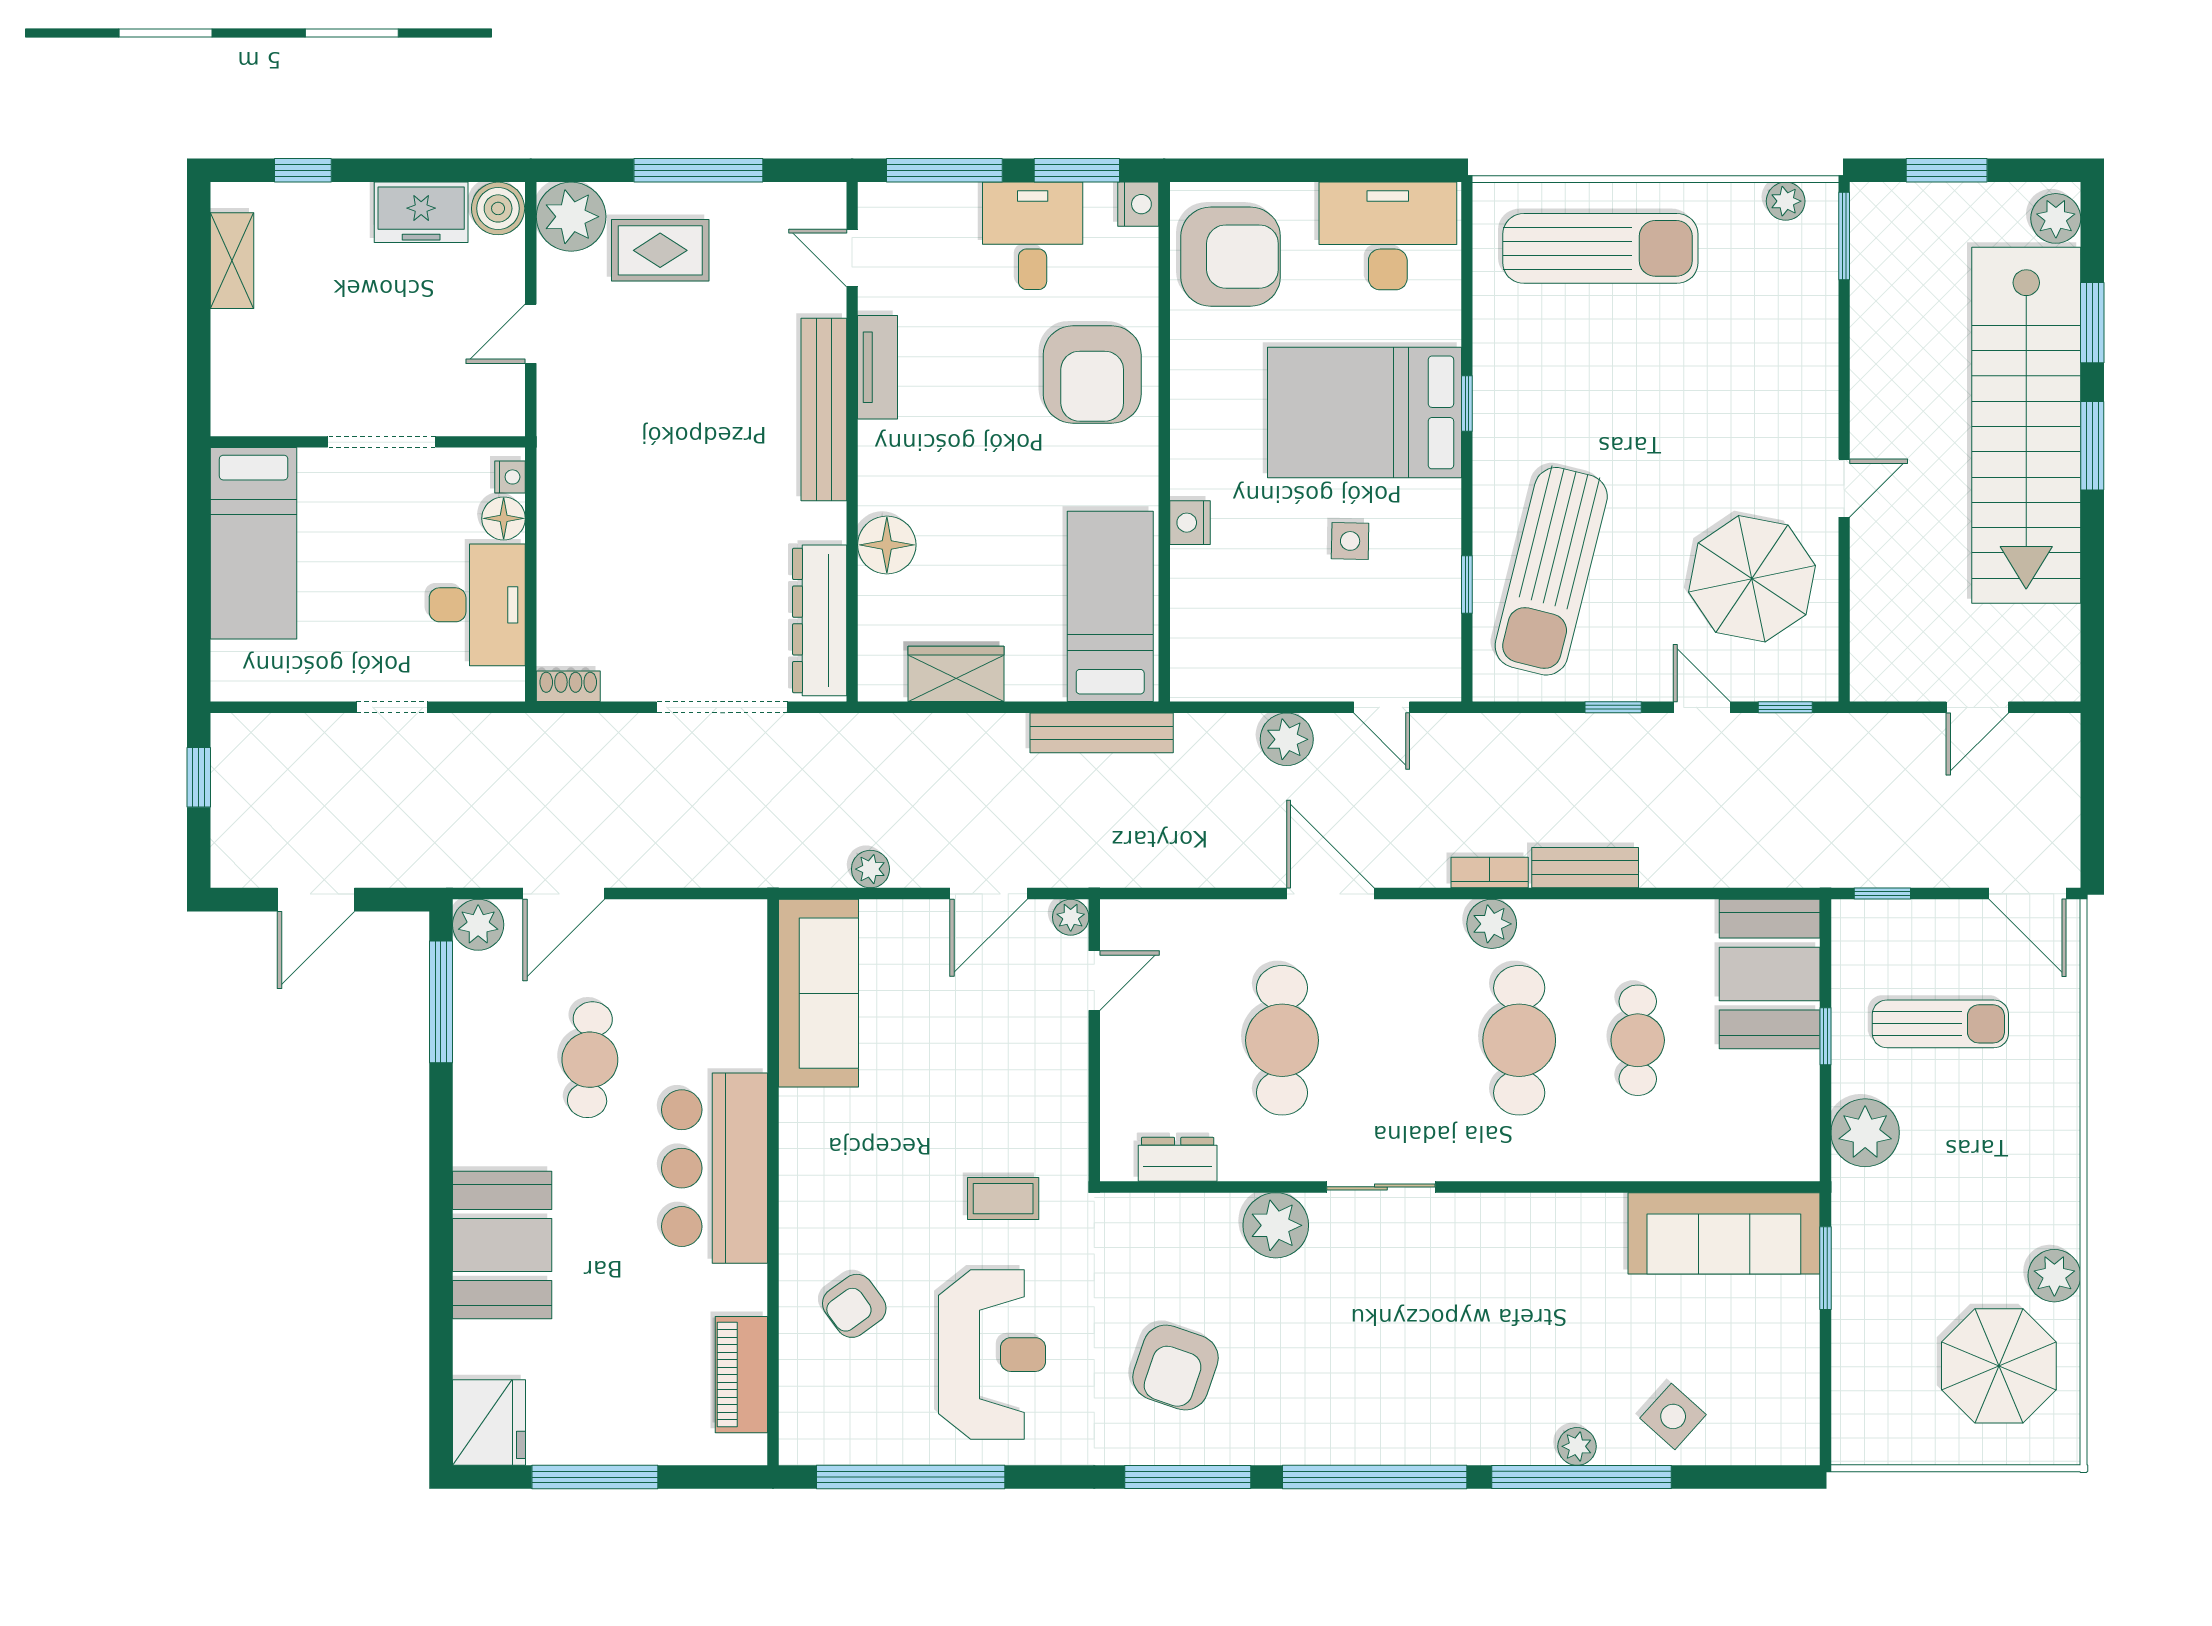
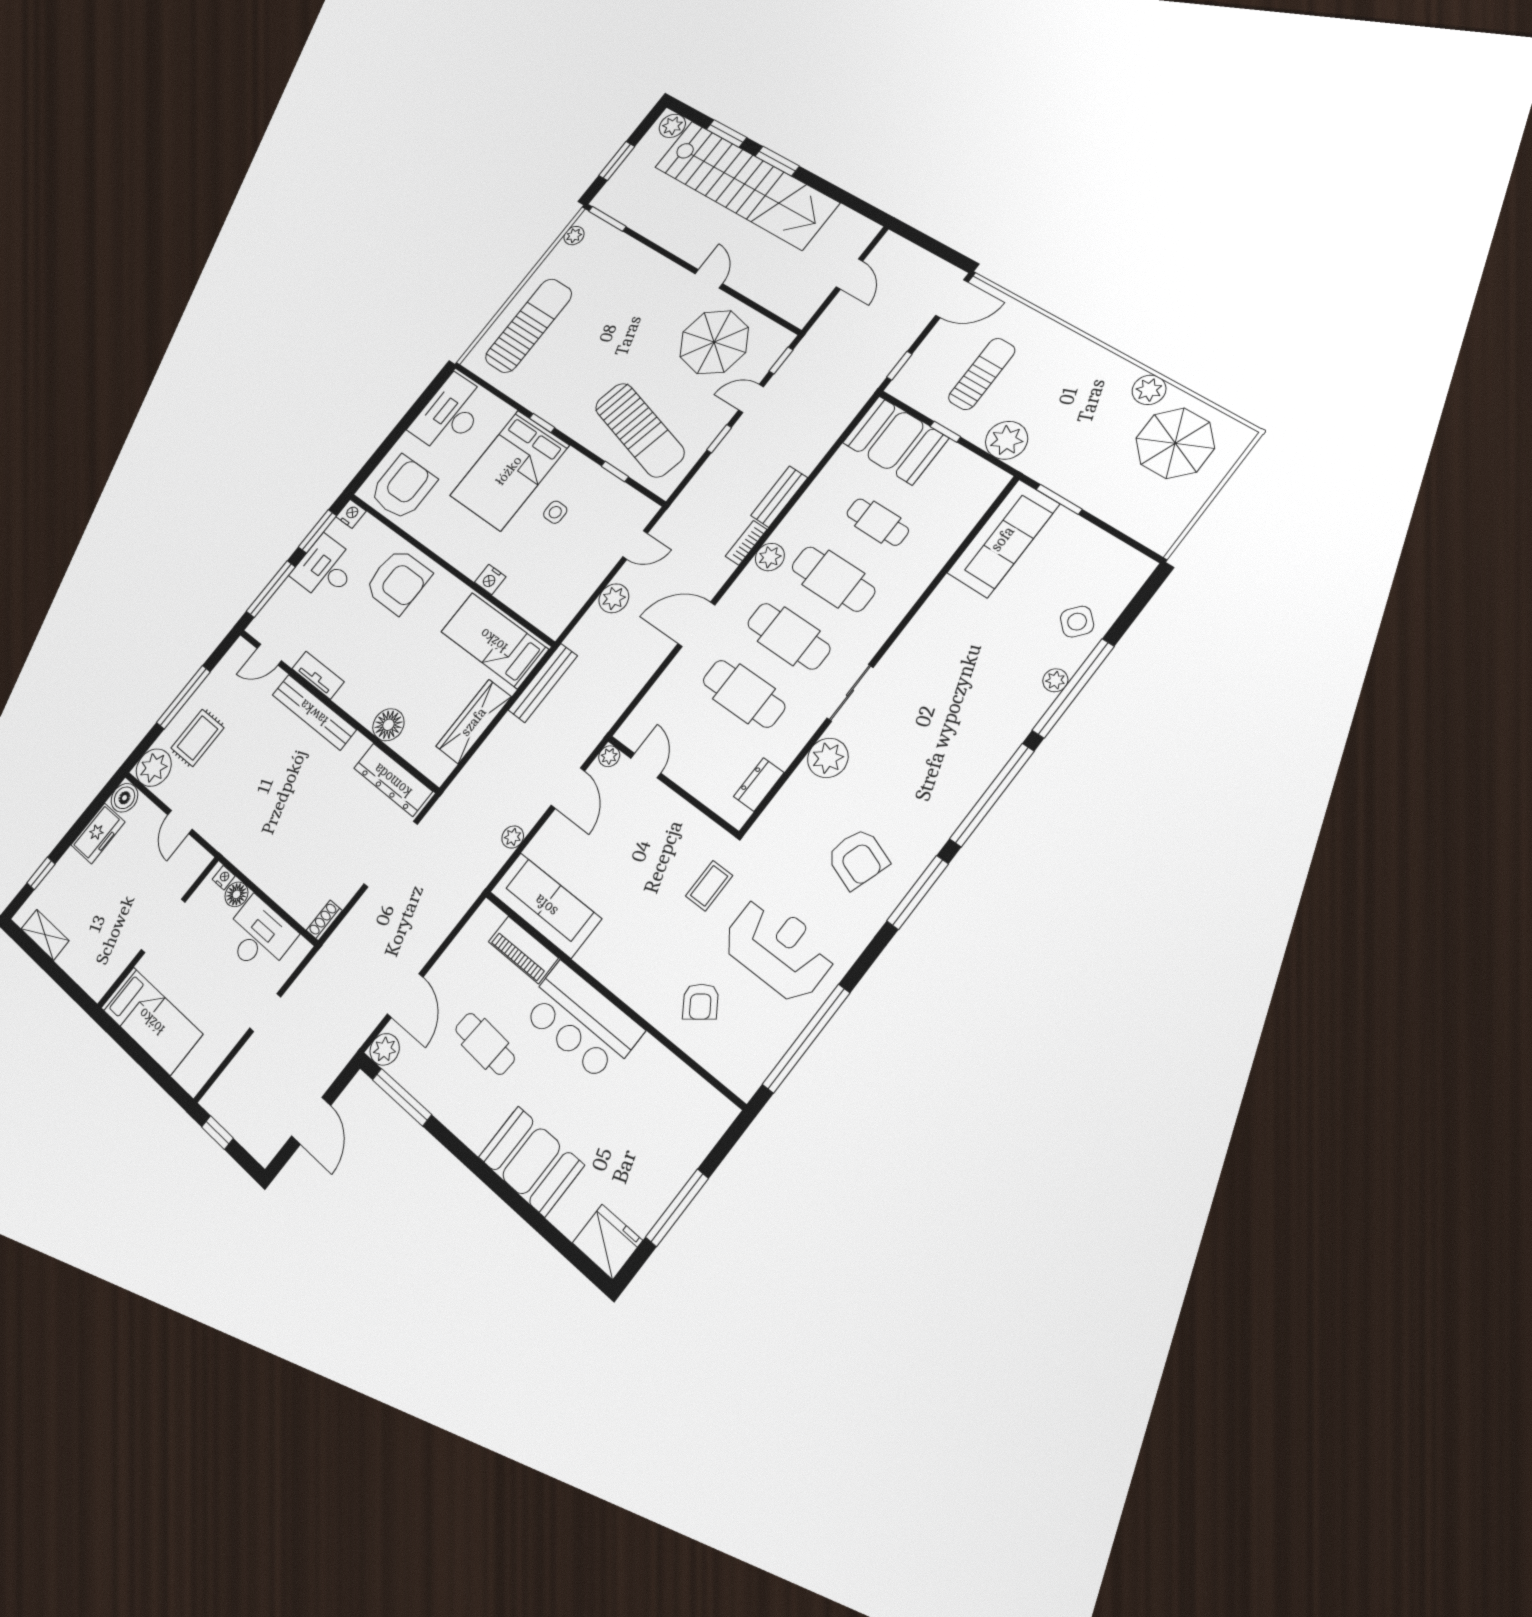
wardrobe: (956, 674) -> (474, 722), width x1.50
cafe table: (1401, 1040) -> (789, 636), added
piano: (741, 1375) -> (523, 950), moved

